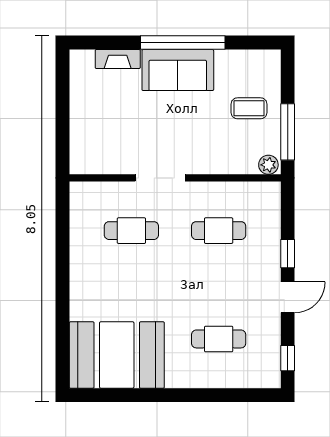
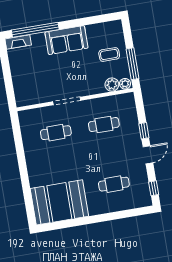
window: (183, 43) -> (35, 30), moved
fireplace: (118, 59) -> (18, 42), moved
plant: (245, 162) -> (112, 85), added

